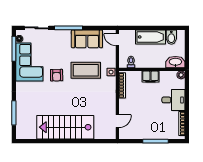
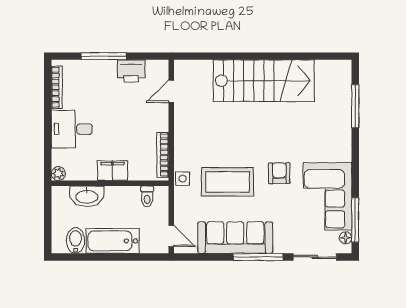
sofa: (87, 39) -> (235, 238), width x1.36
washbasin: (175, 62) -> (87, 196), moved
printer: (140, 133) -> (131, 71), added

